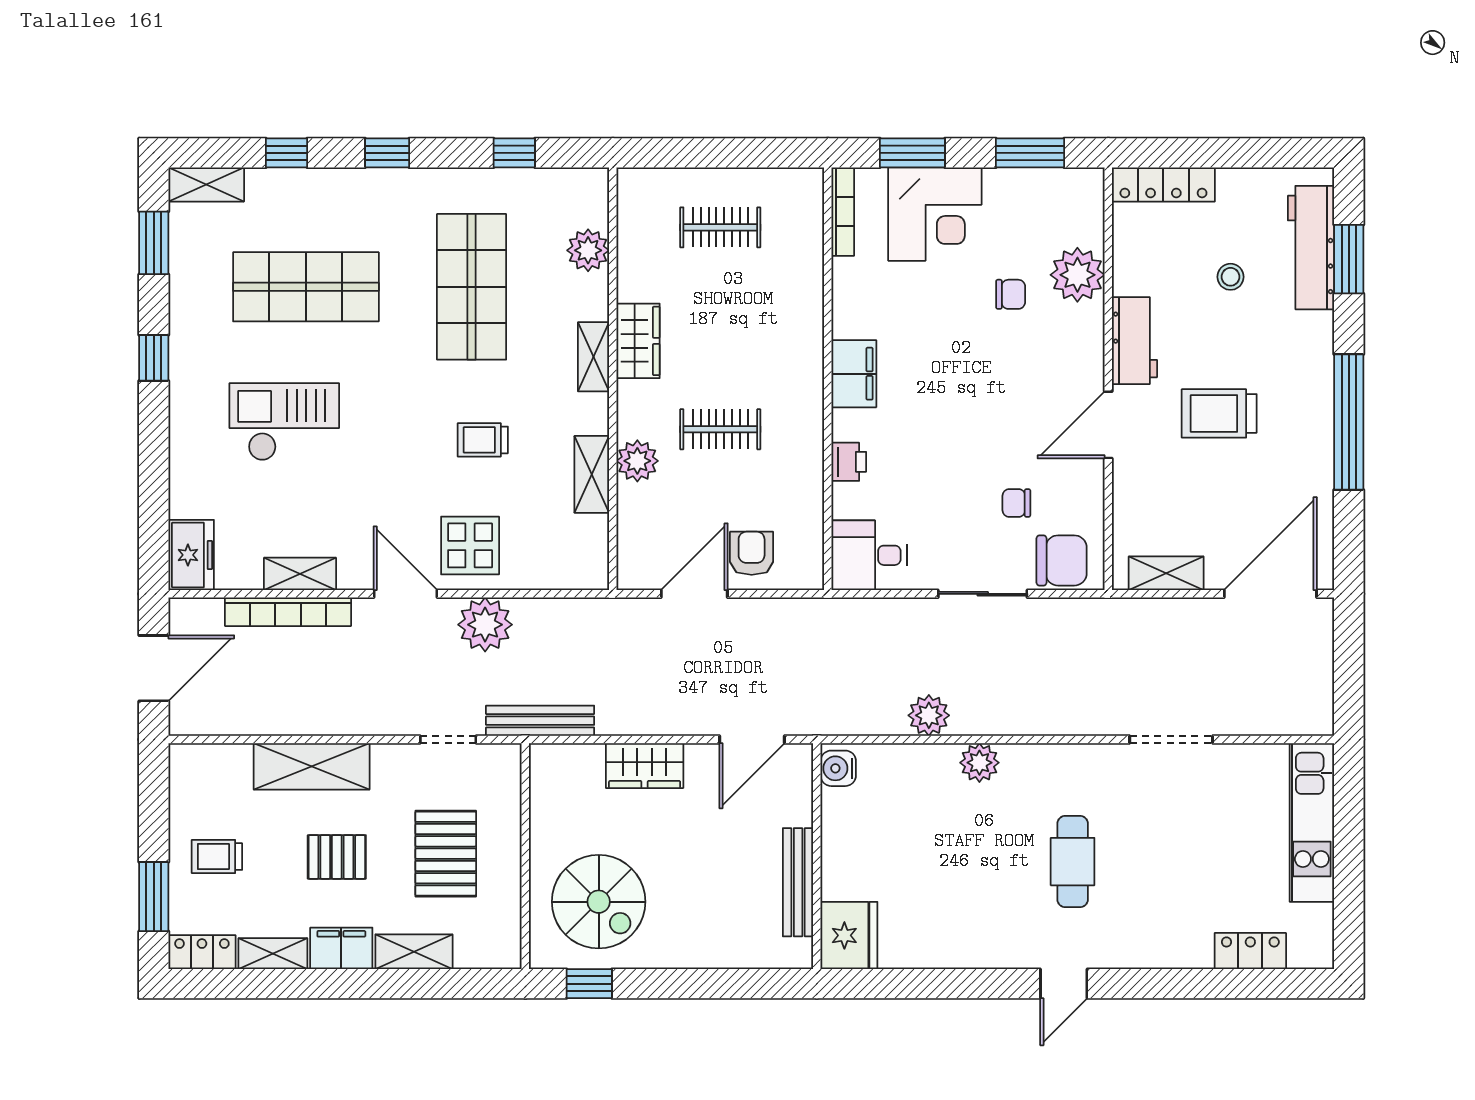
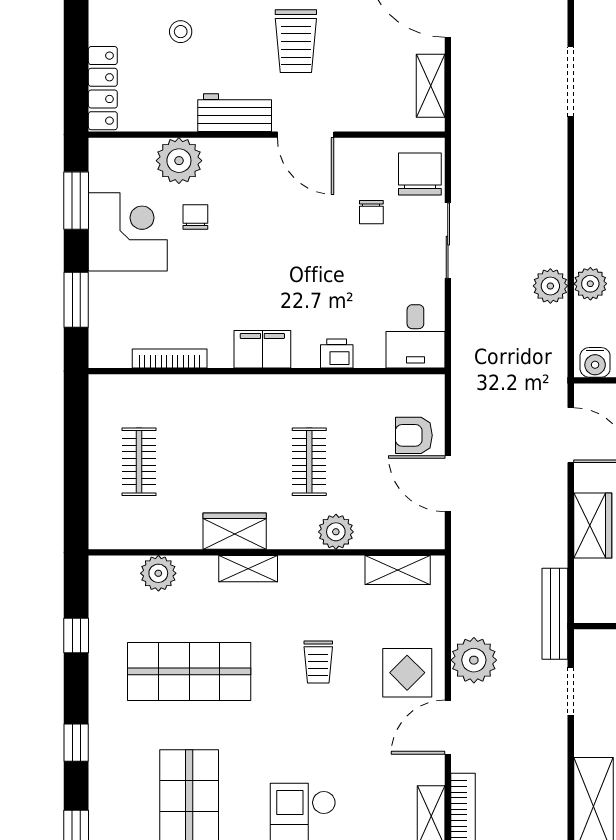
bookcase: (843, 212) -> (170, 359), moved
corner desk: (935, 214) -> (128, 232), moved
shelving: (592, 474) -> (398, 570), moved
plant: (979, 763) -> (590, 284), moved

